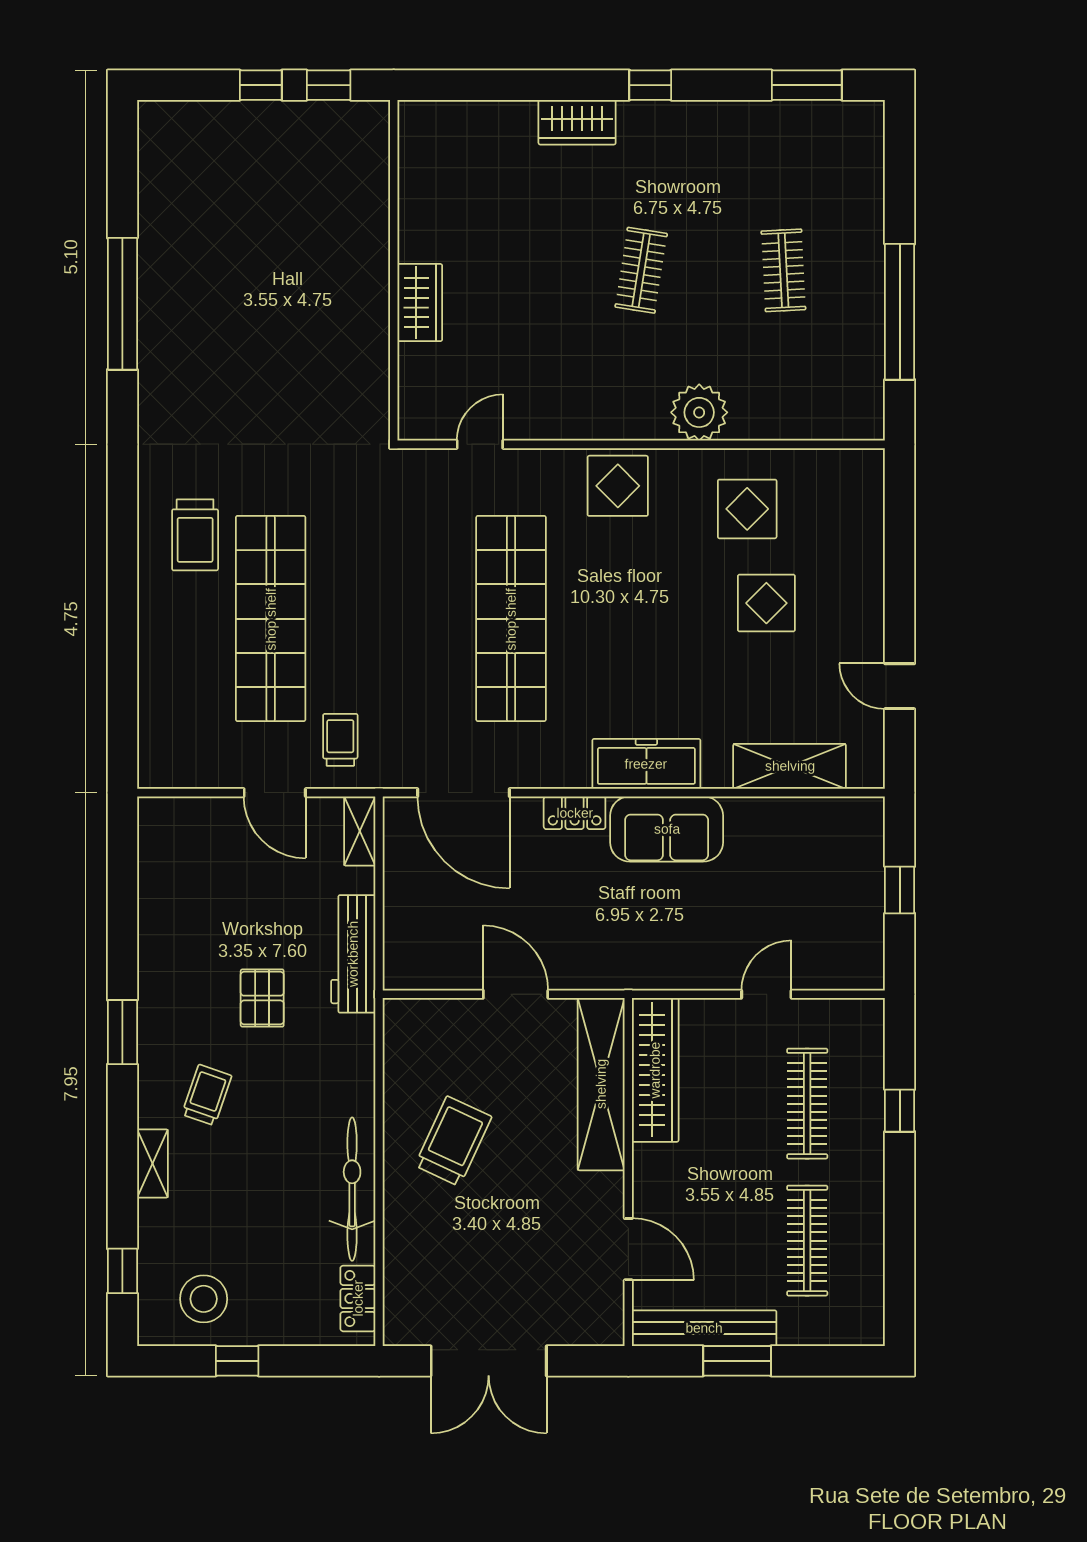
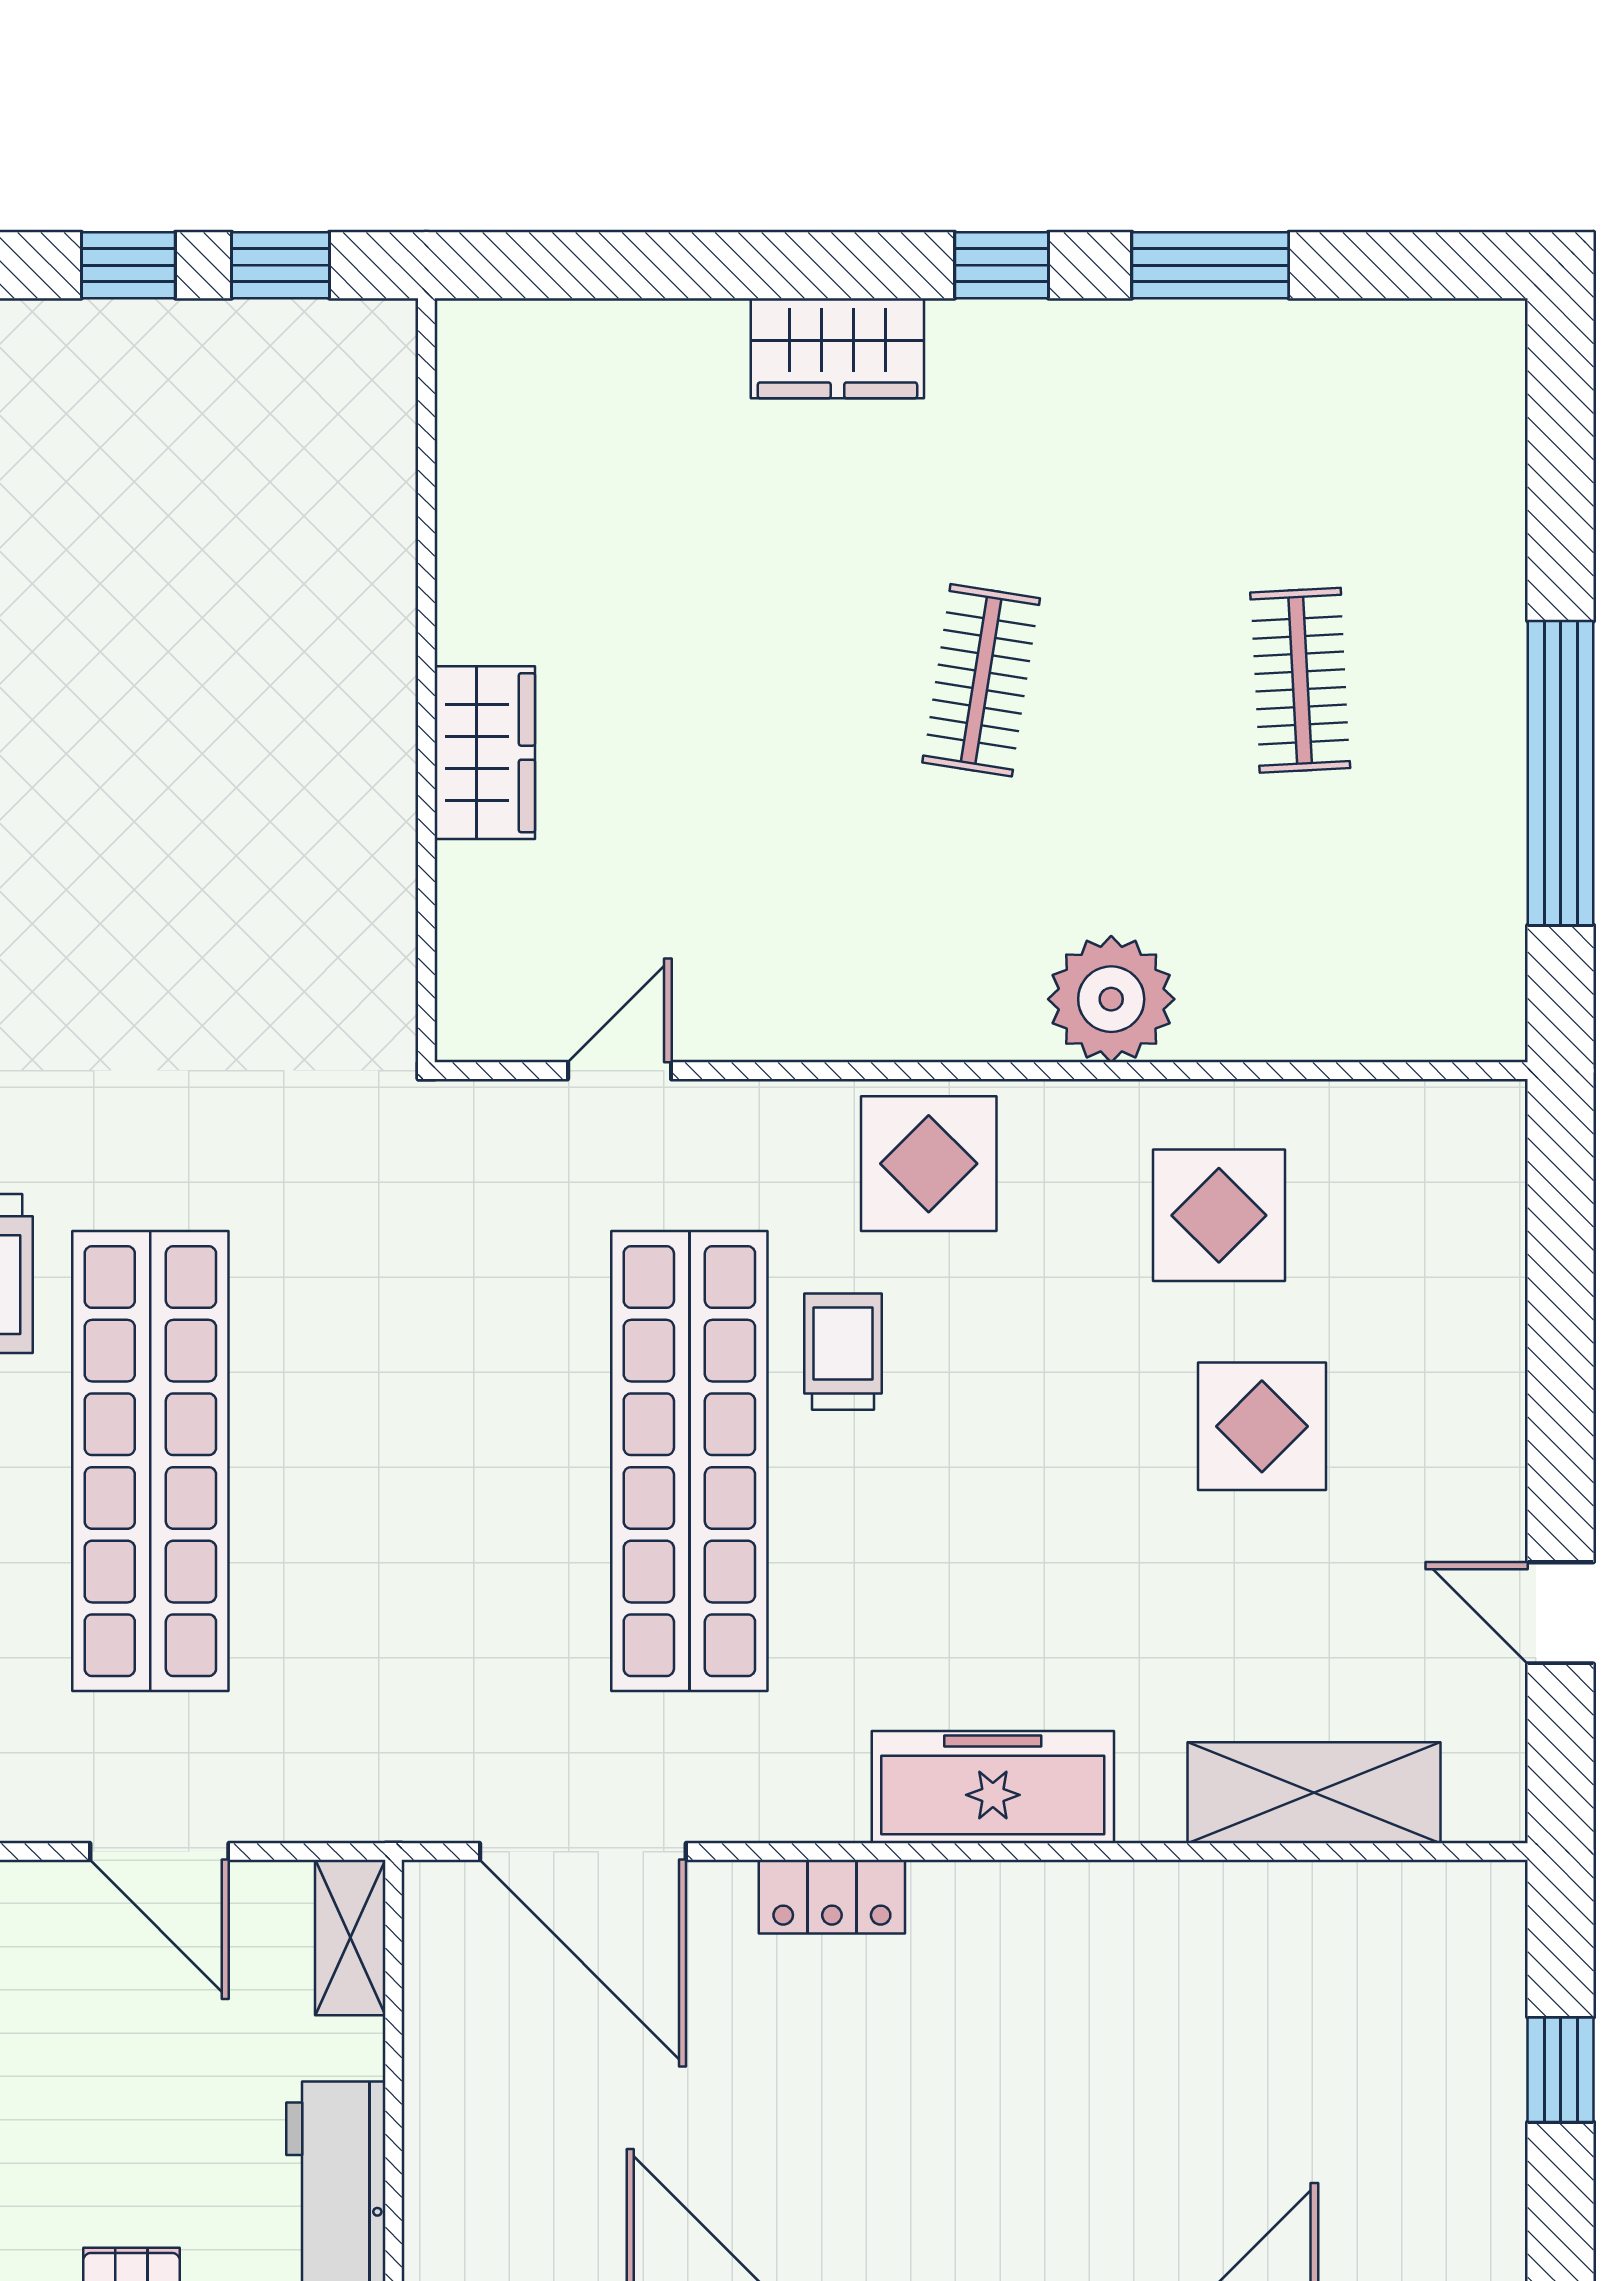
window: (807, 85) -> (1210, 265), moved
trolley: (340, 740) -> (843, 1352), moved
sofa: (667, 829) -> (1038, 1933), removed

